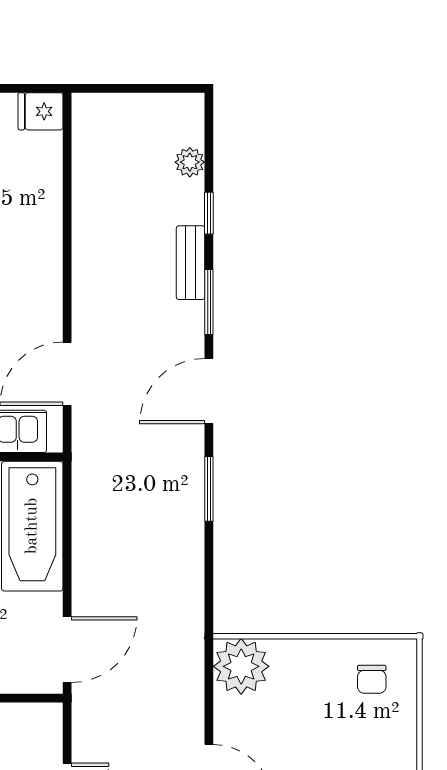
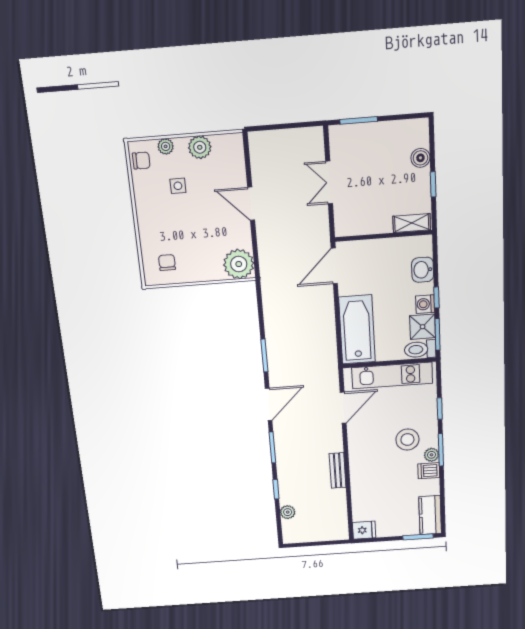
bench: (191, 263) -> (338, 470), moved

